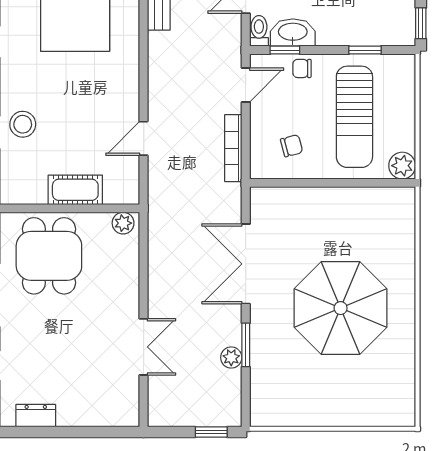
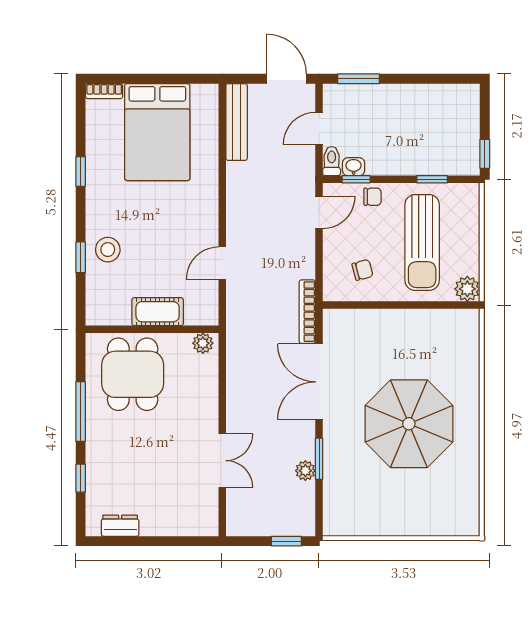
washbasin: (293, 33) -> (354, 167), width x0.52, depth x0.69
chair: (302, 68) -> (372, 197), turned 180
bookcase: (233, 148) -> (307, 312), moved

